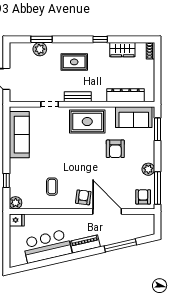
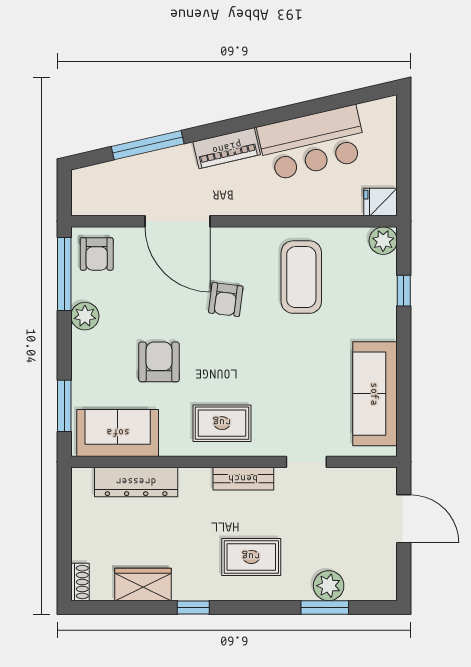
rug: (87, 122) -> (222, 423), width x0.73, depth x0.70
coffee table: (52, 187) -> (301, 277), width x1.86, depth x1.72
armchair: (83, 197) -> (226, 300), moved

